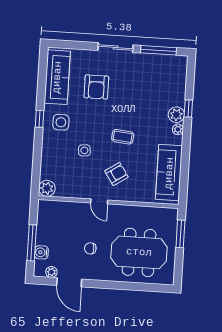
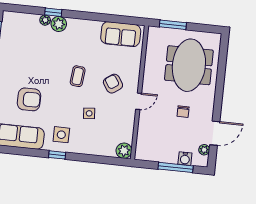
plant: (178, 129) -> (45, 20), moved
sofa: (169, 173) -> (121, 34), width x0.73

